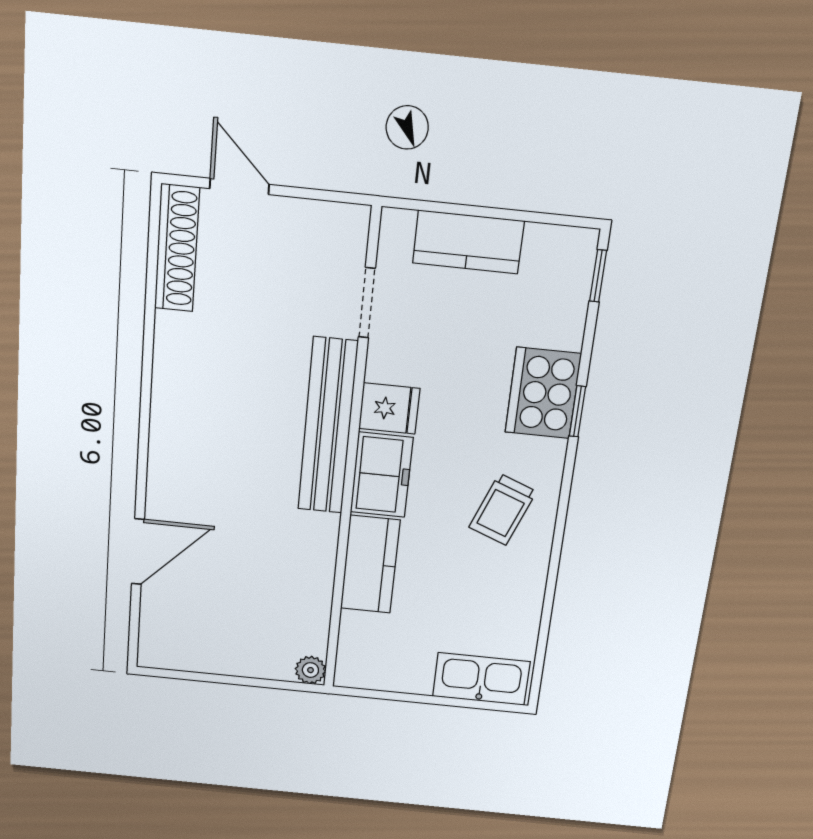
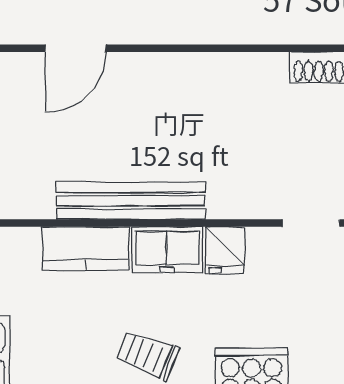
bench: (328, 426) -> (131, 201), moved
door: (138, 552) -> (76, 48), hinge flipped

